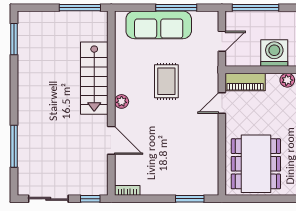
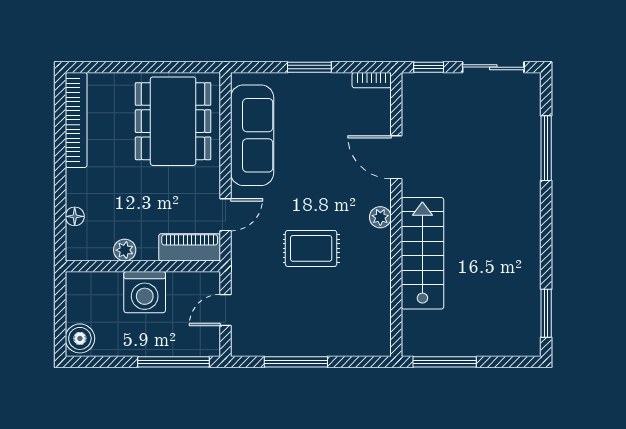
sofa: (159, 25) -> (252, 135), moved, turned 90
rug: (166, 81) -> (311, 248), turned 90
window: (190, 199) -> (309, 67), moved

